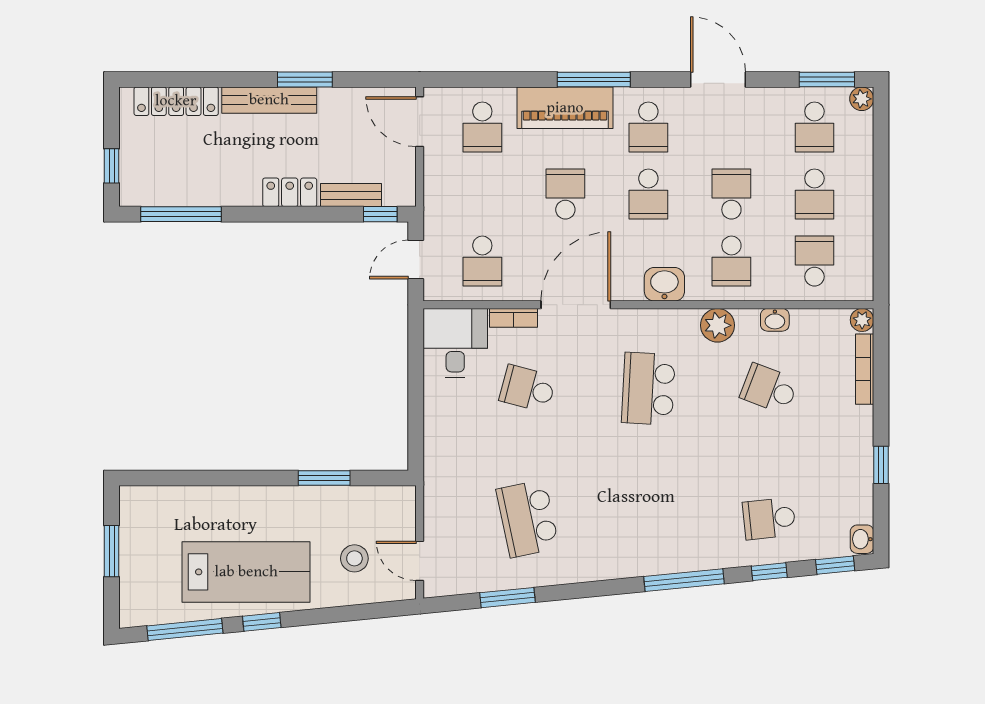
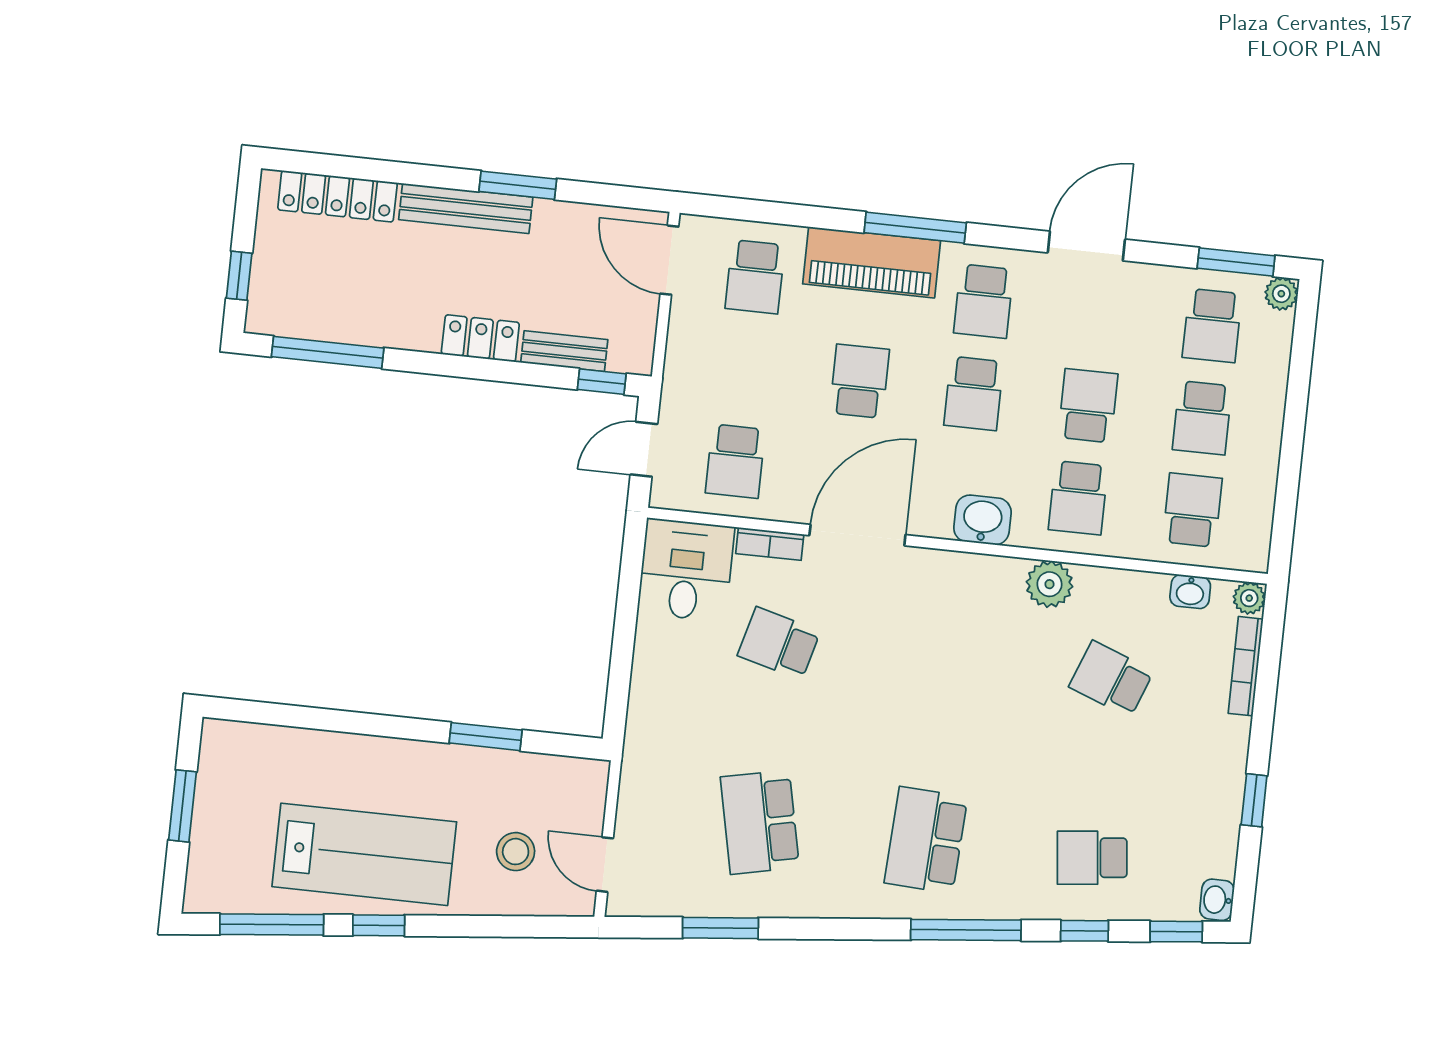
door: (718, 79) -> (1086, 246), hinge flipped
washbasin: (775, 320) -> (1190, 592), moved
school desk: (648, 389) -> (926, 840), moved

